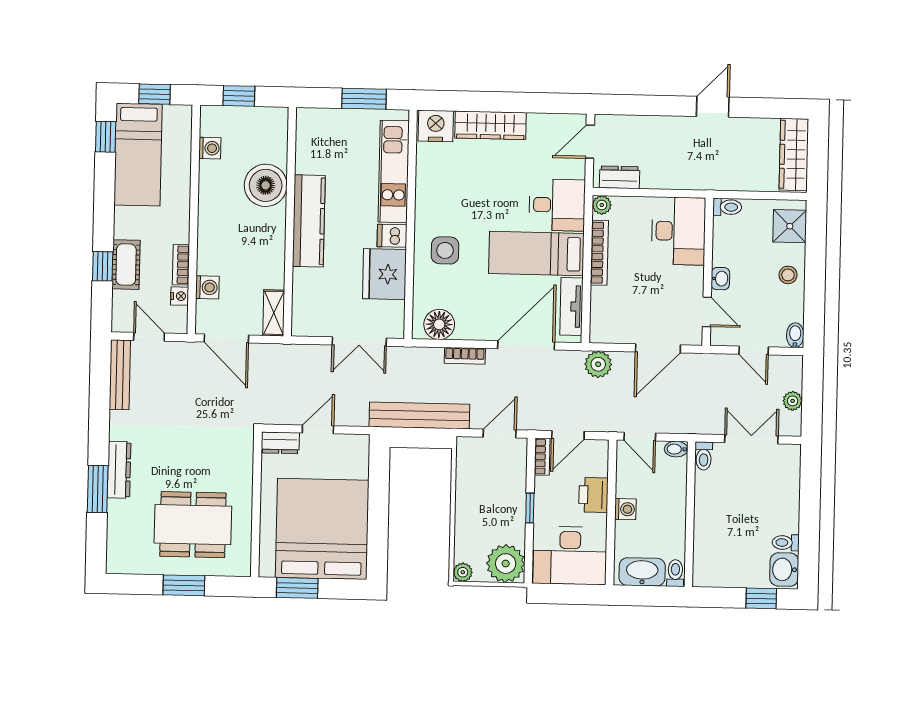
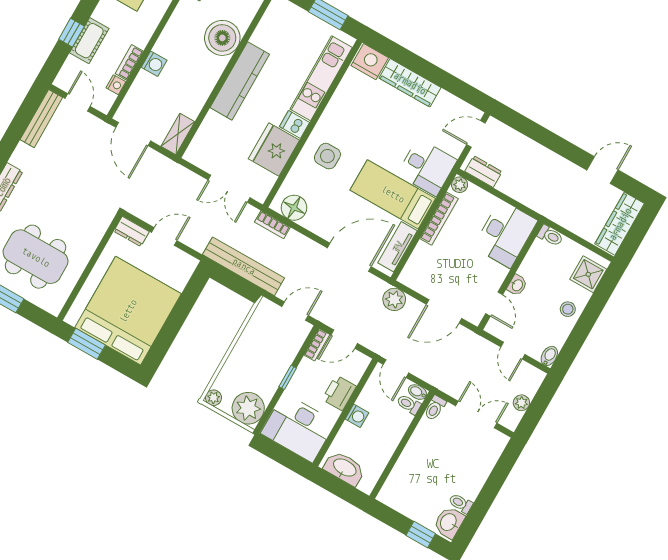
door: (713, 107) -> (602, 170), moved
washing machine: (207, 287) -> (154, 64), moved
bookcase: (465, 356) -> (272, 225), moved
toilet: (675, 573) -> (409, 404), moved, turned -90

